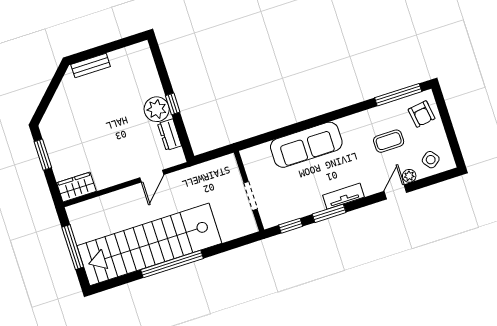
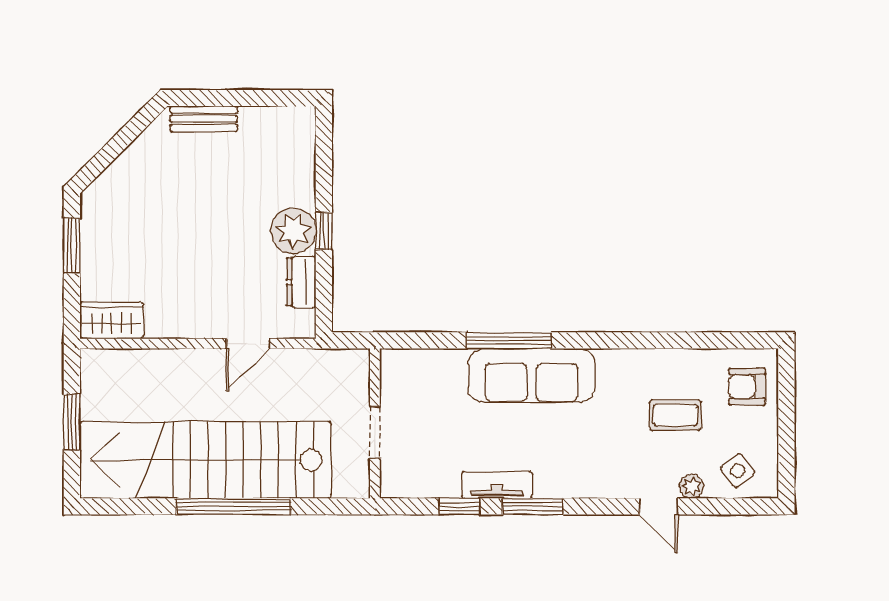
window: (398, 95) -> (509, 340), moved
armchair: (422, 114) -> (747, 387), turned 98
wall: (249, 191) -> (375, 423), moved
door: (395, 192) -> (659, 506), swing flipped
doorway: (251, 196) -> (375, 433), moved
tv unit: (343, 196) -> (497, 485), moved
window: (73, 247) -> (72, 422), width x0.69

